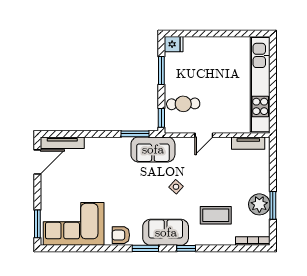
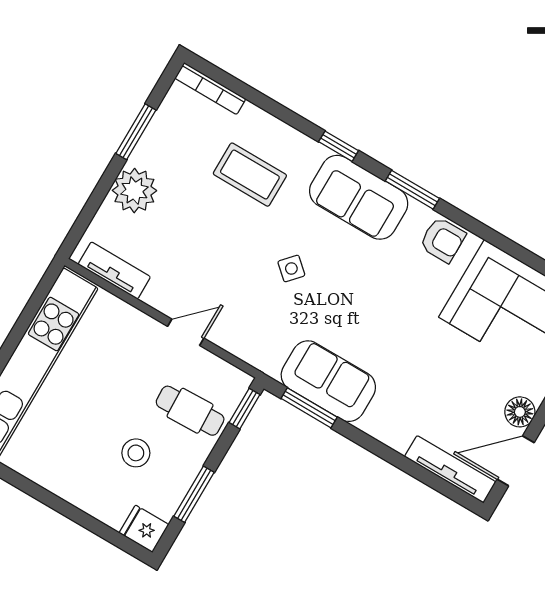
stool: (195, 73) -> (136, 453), added
sofa: (153, 149) -> (328, 381), moved
floor lamp: (47, 183) -> (520, 412), added
plant: (259, 204) -> (134, 191), moved

